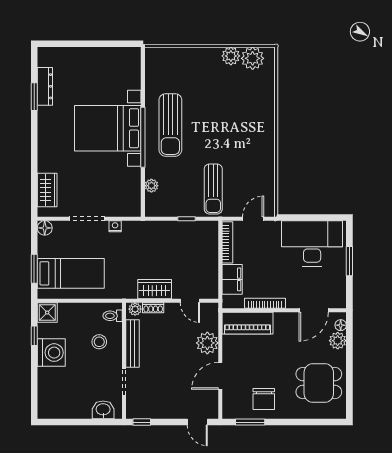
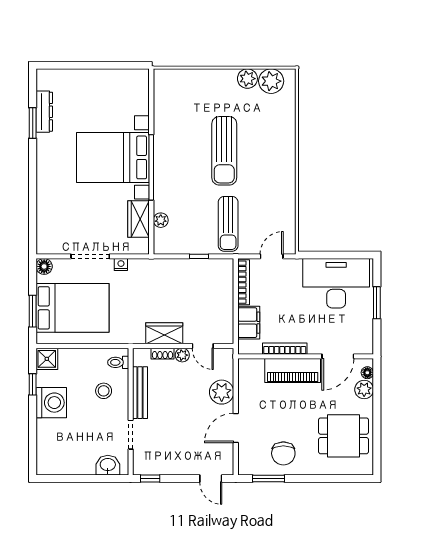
sun lounger: (170, 125) -> (224, 151), moved
wardrobe: (47, 190) -> (139, 219), moved, turned 180
bed: (71, 273) -> (73, 308), width x1.50
plant: (135, 309) -> (182, 355), moved
piano: (247, 323) -> (293, 371), moved

